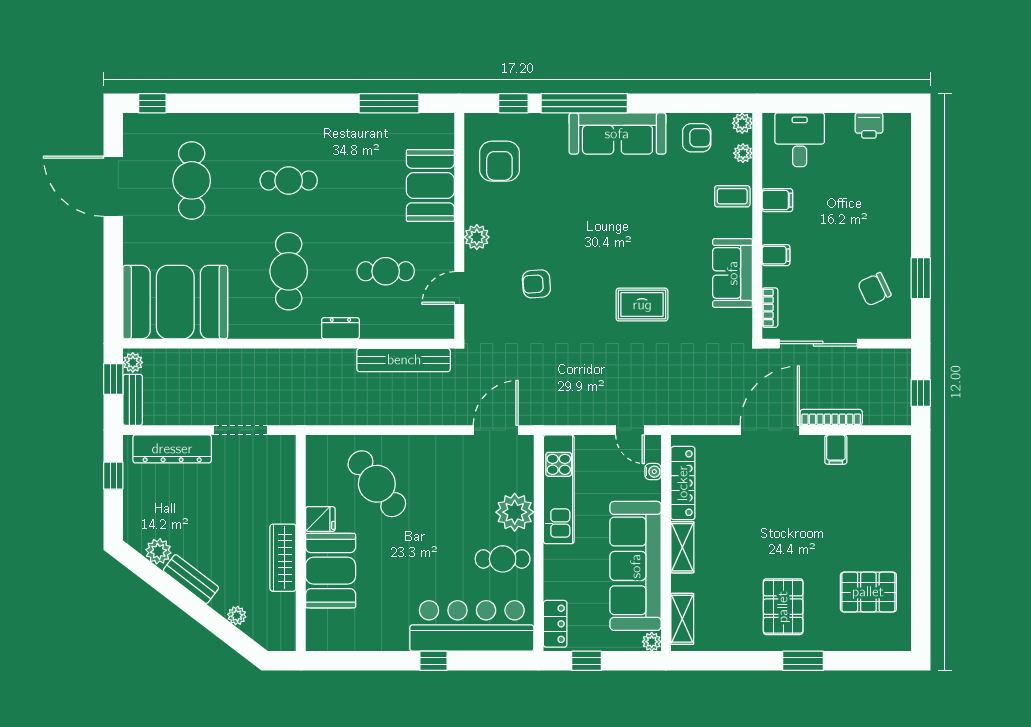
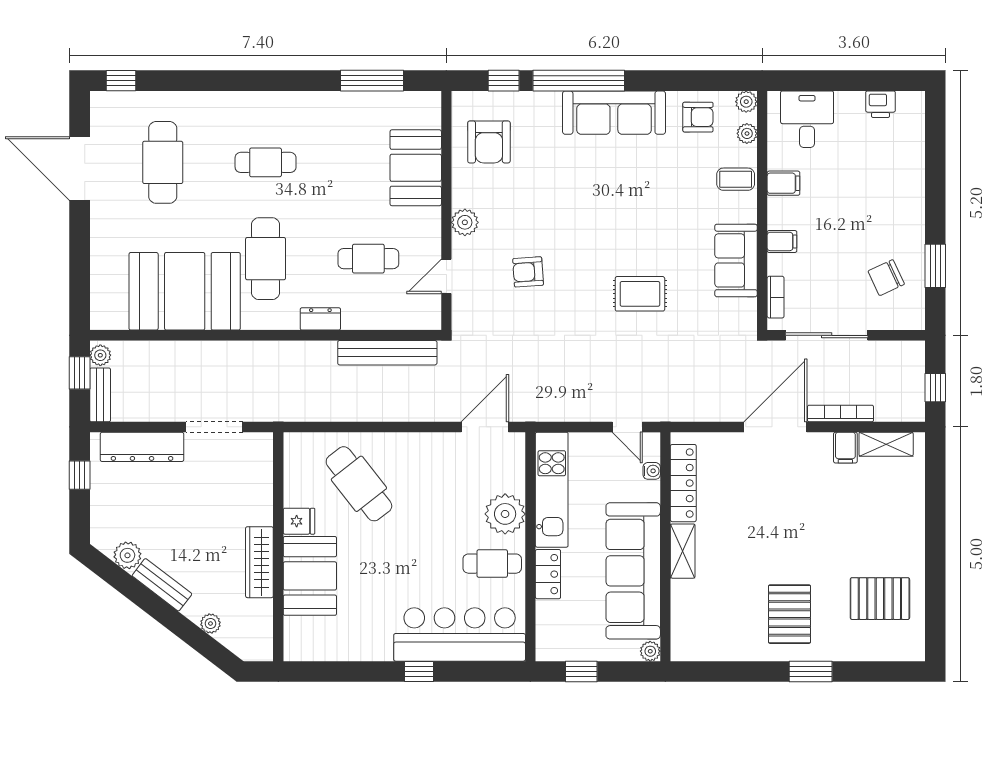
booth: (175, 302) -> (185, 291), moved
shelving: (682, 619) -> (886, 444), moved, turned 90
locker: (555, 624) -> (548, 574), moved

